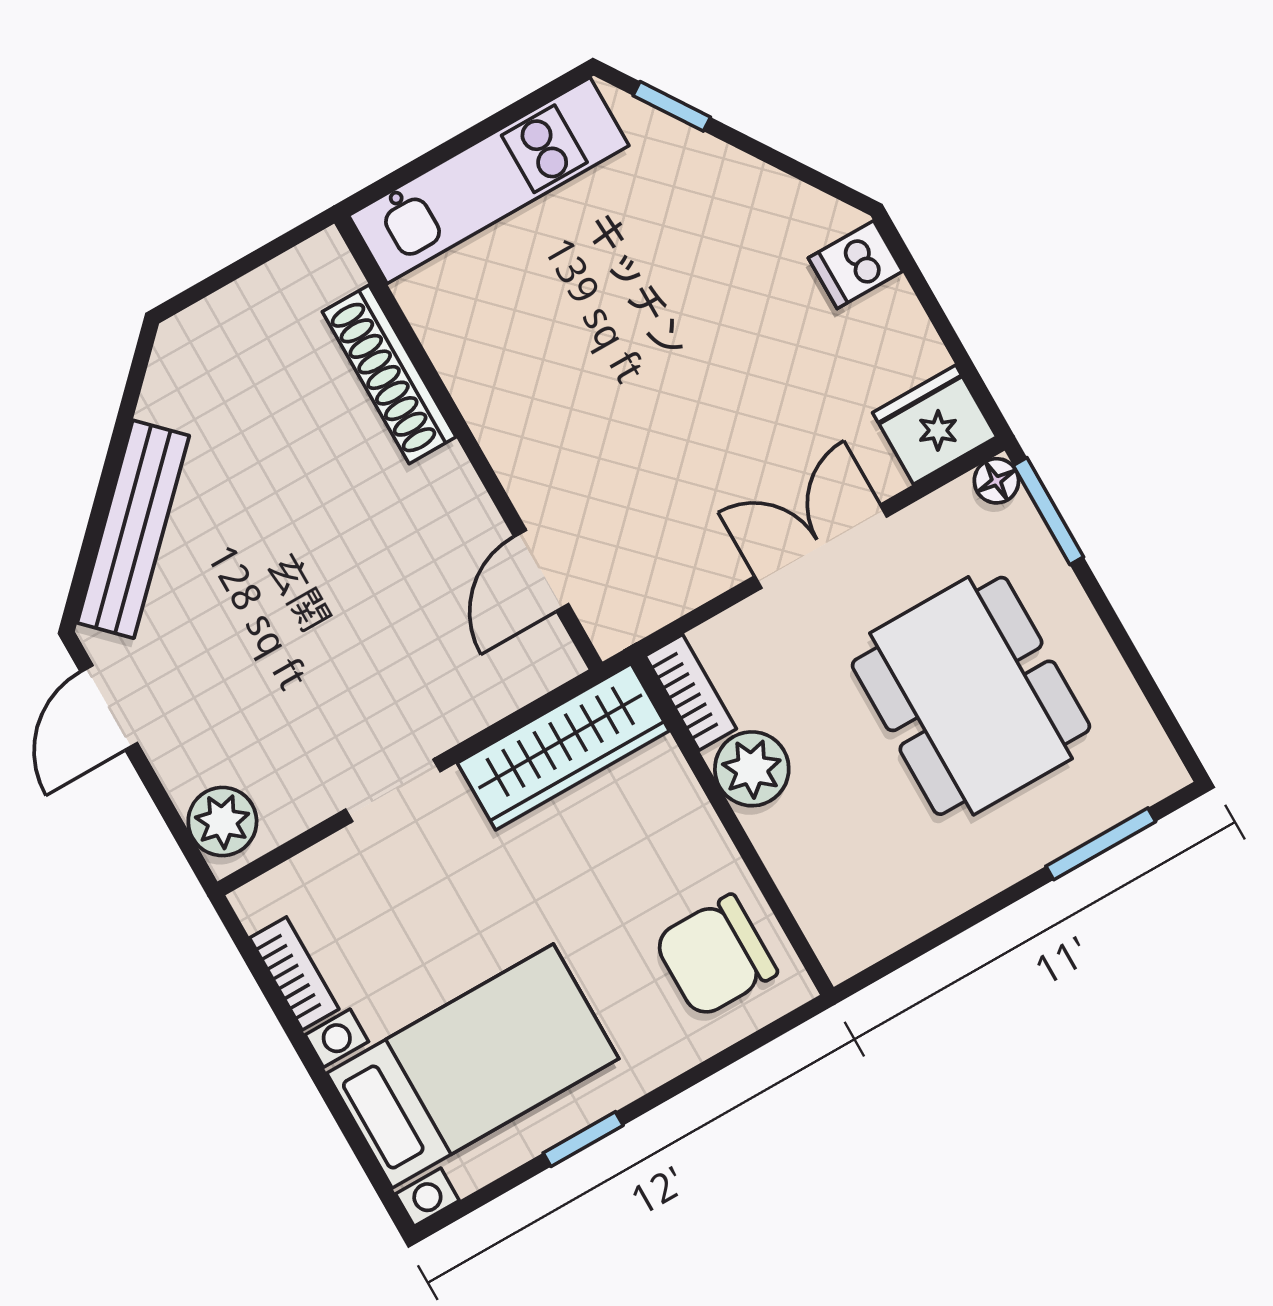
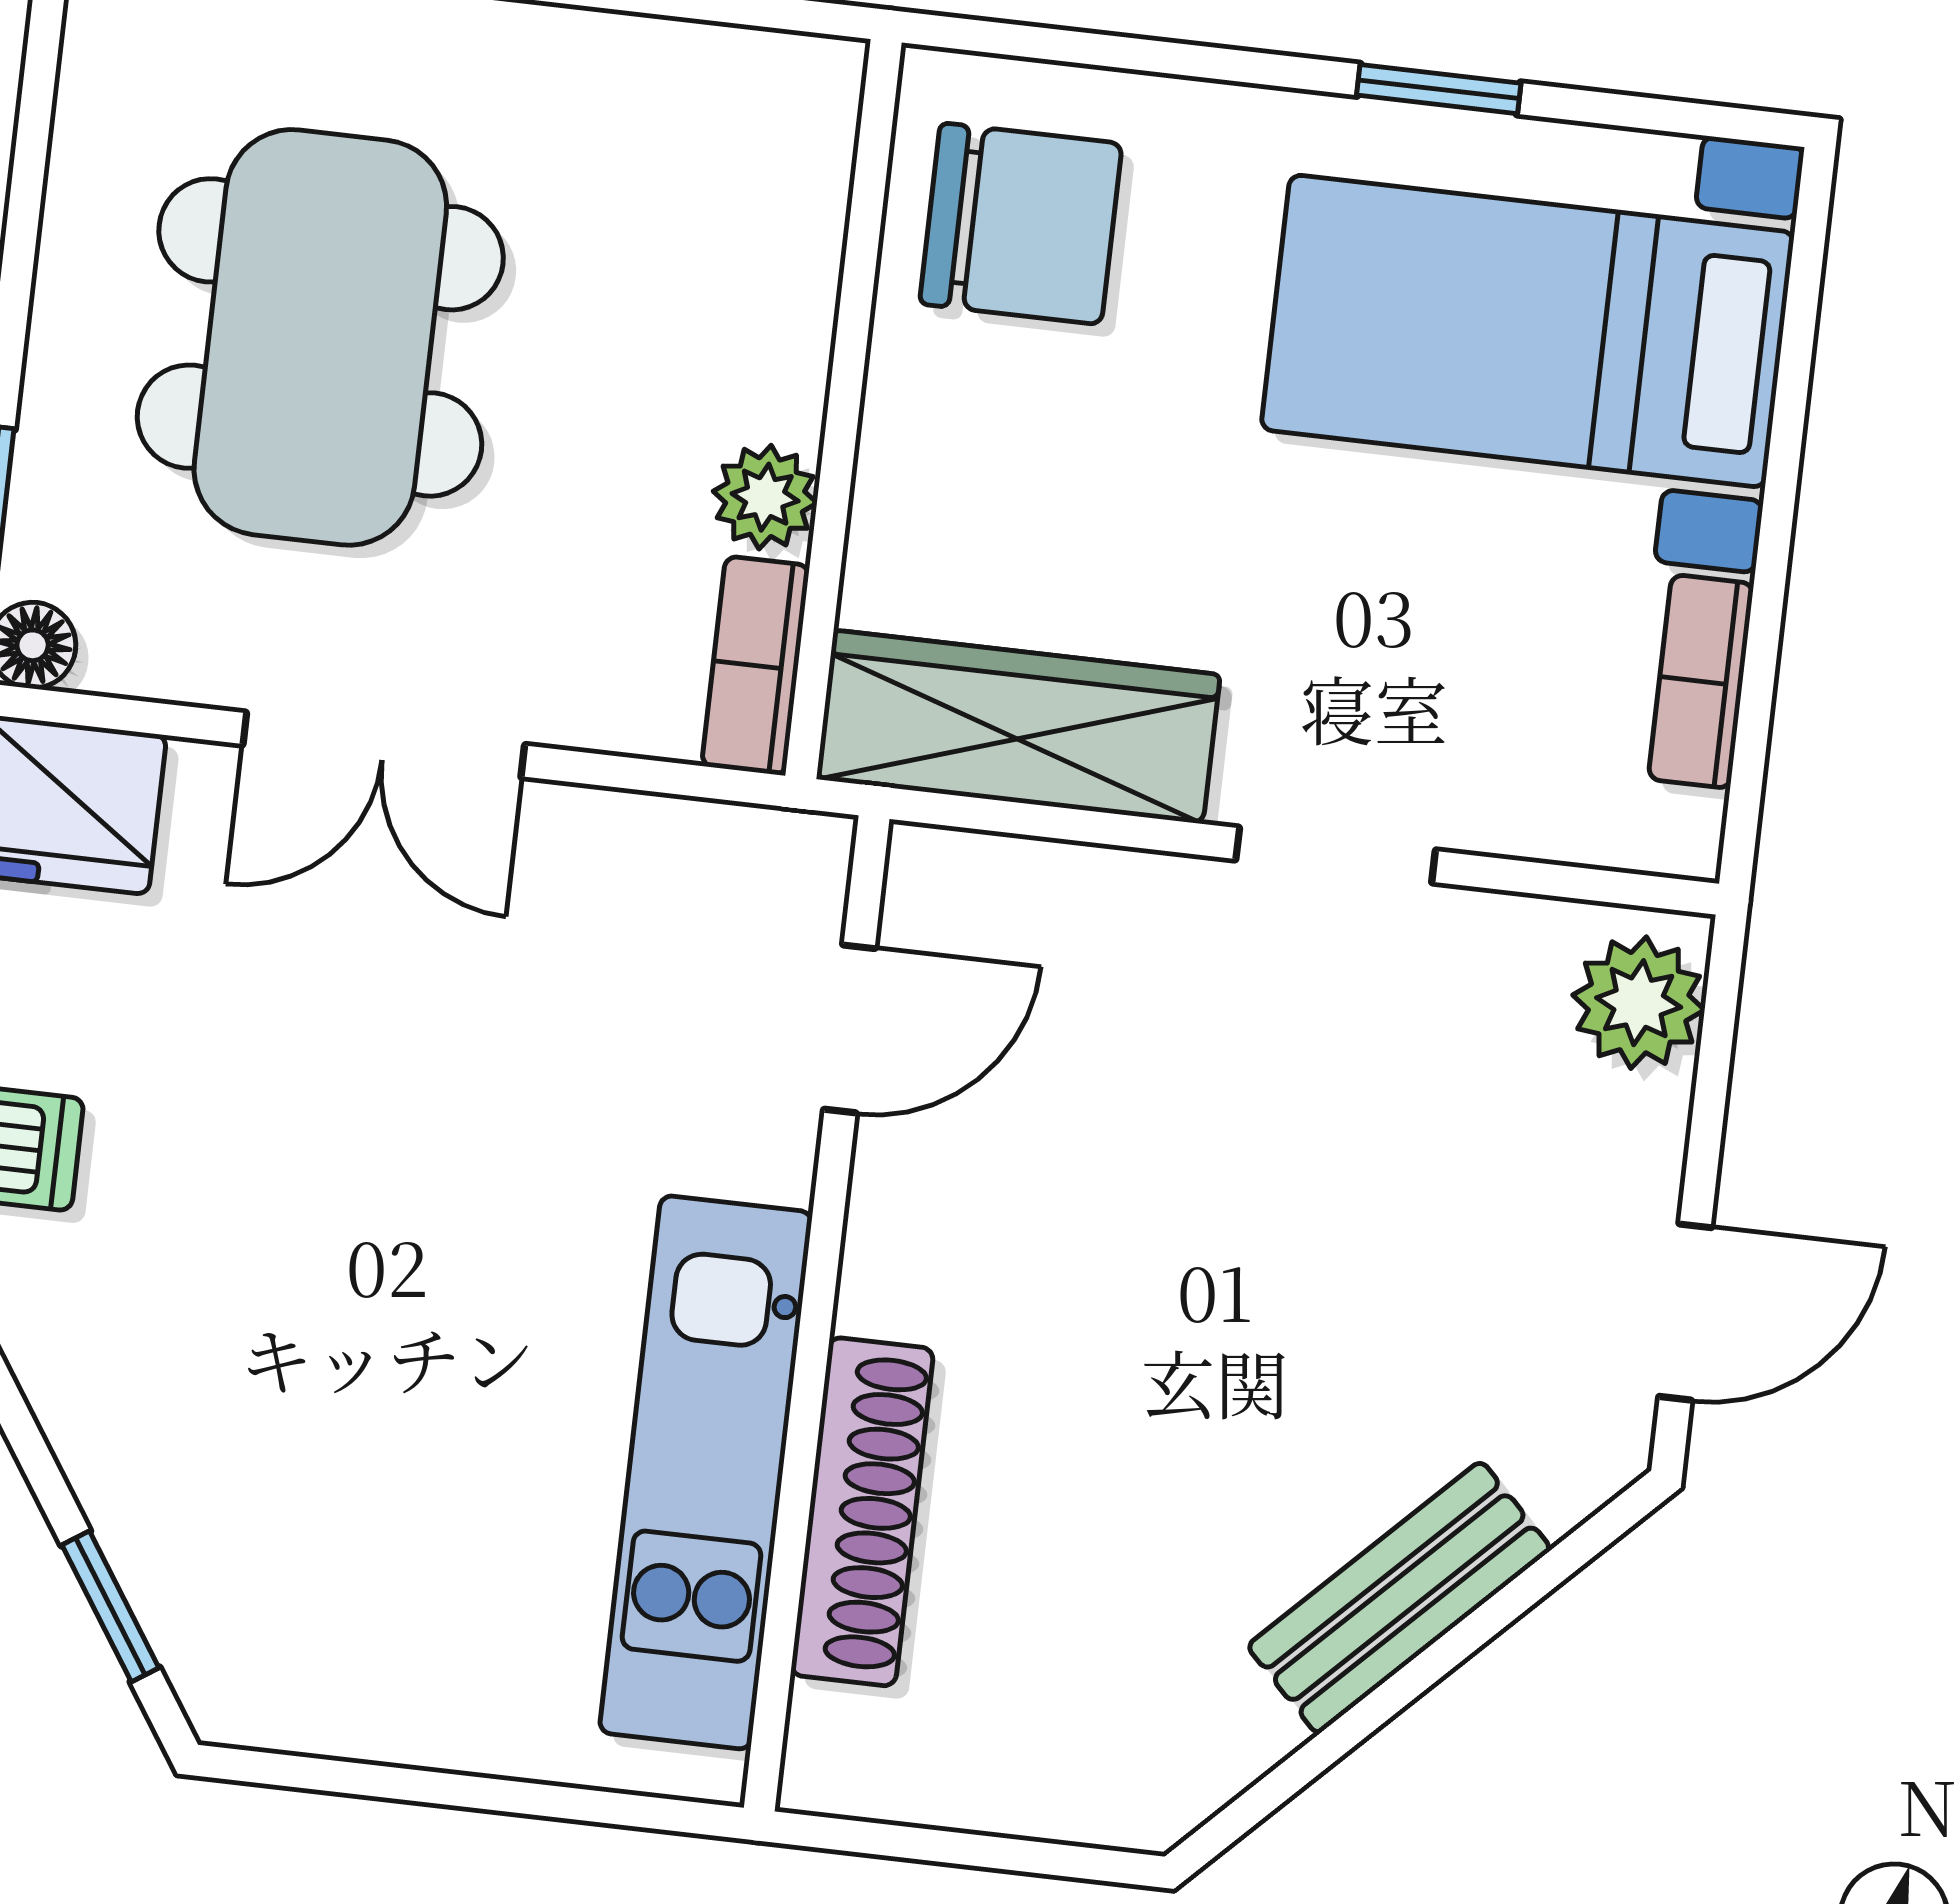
kitchen unit: (489, 181) -> (706, 1472), moved, turned -90
bench: (133, 529) -> (1399, 1598), width x0.73
plant: (752, 769) -> (765, 497), width x0.73, depth x0.73

